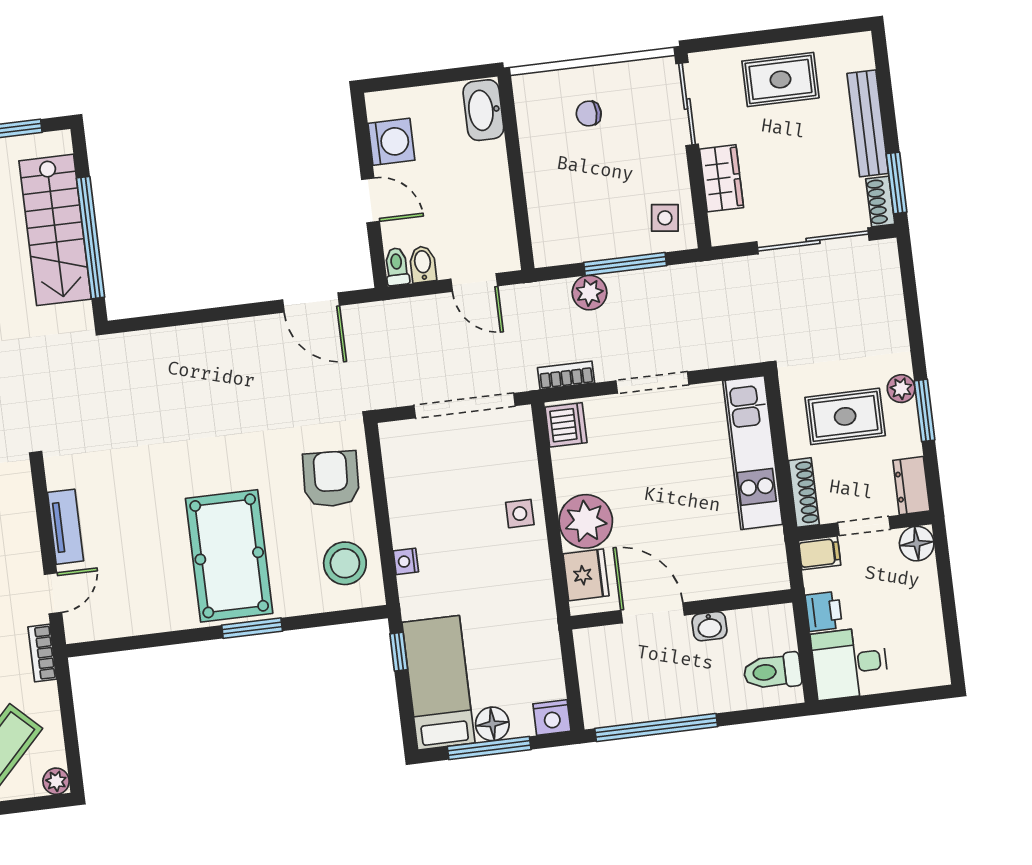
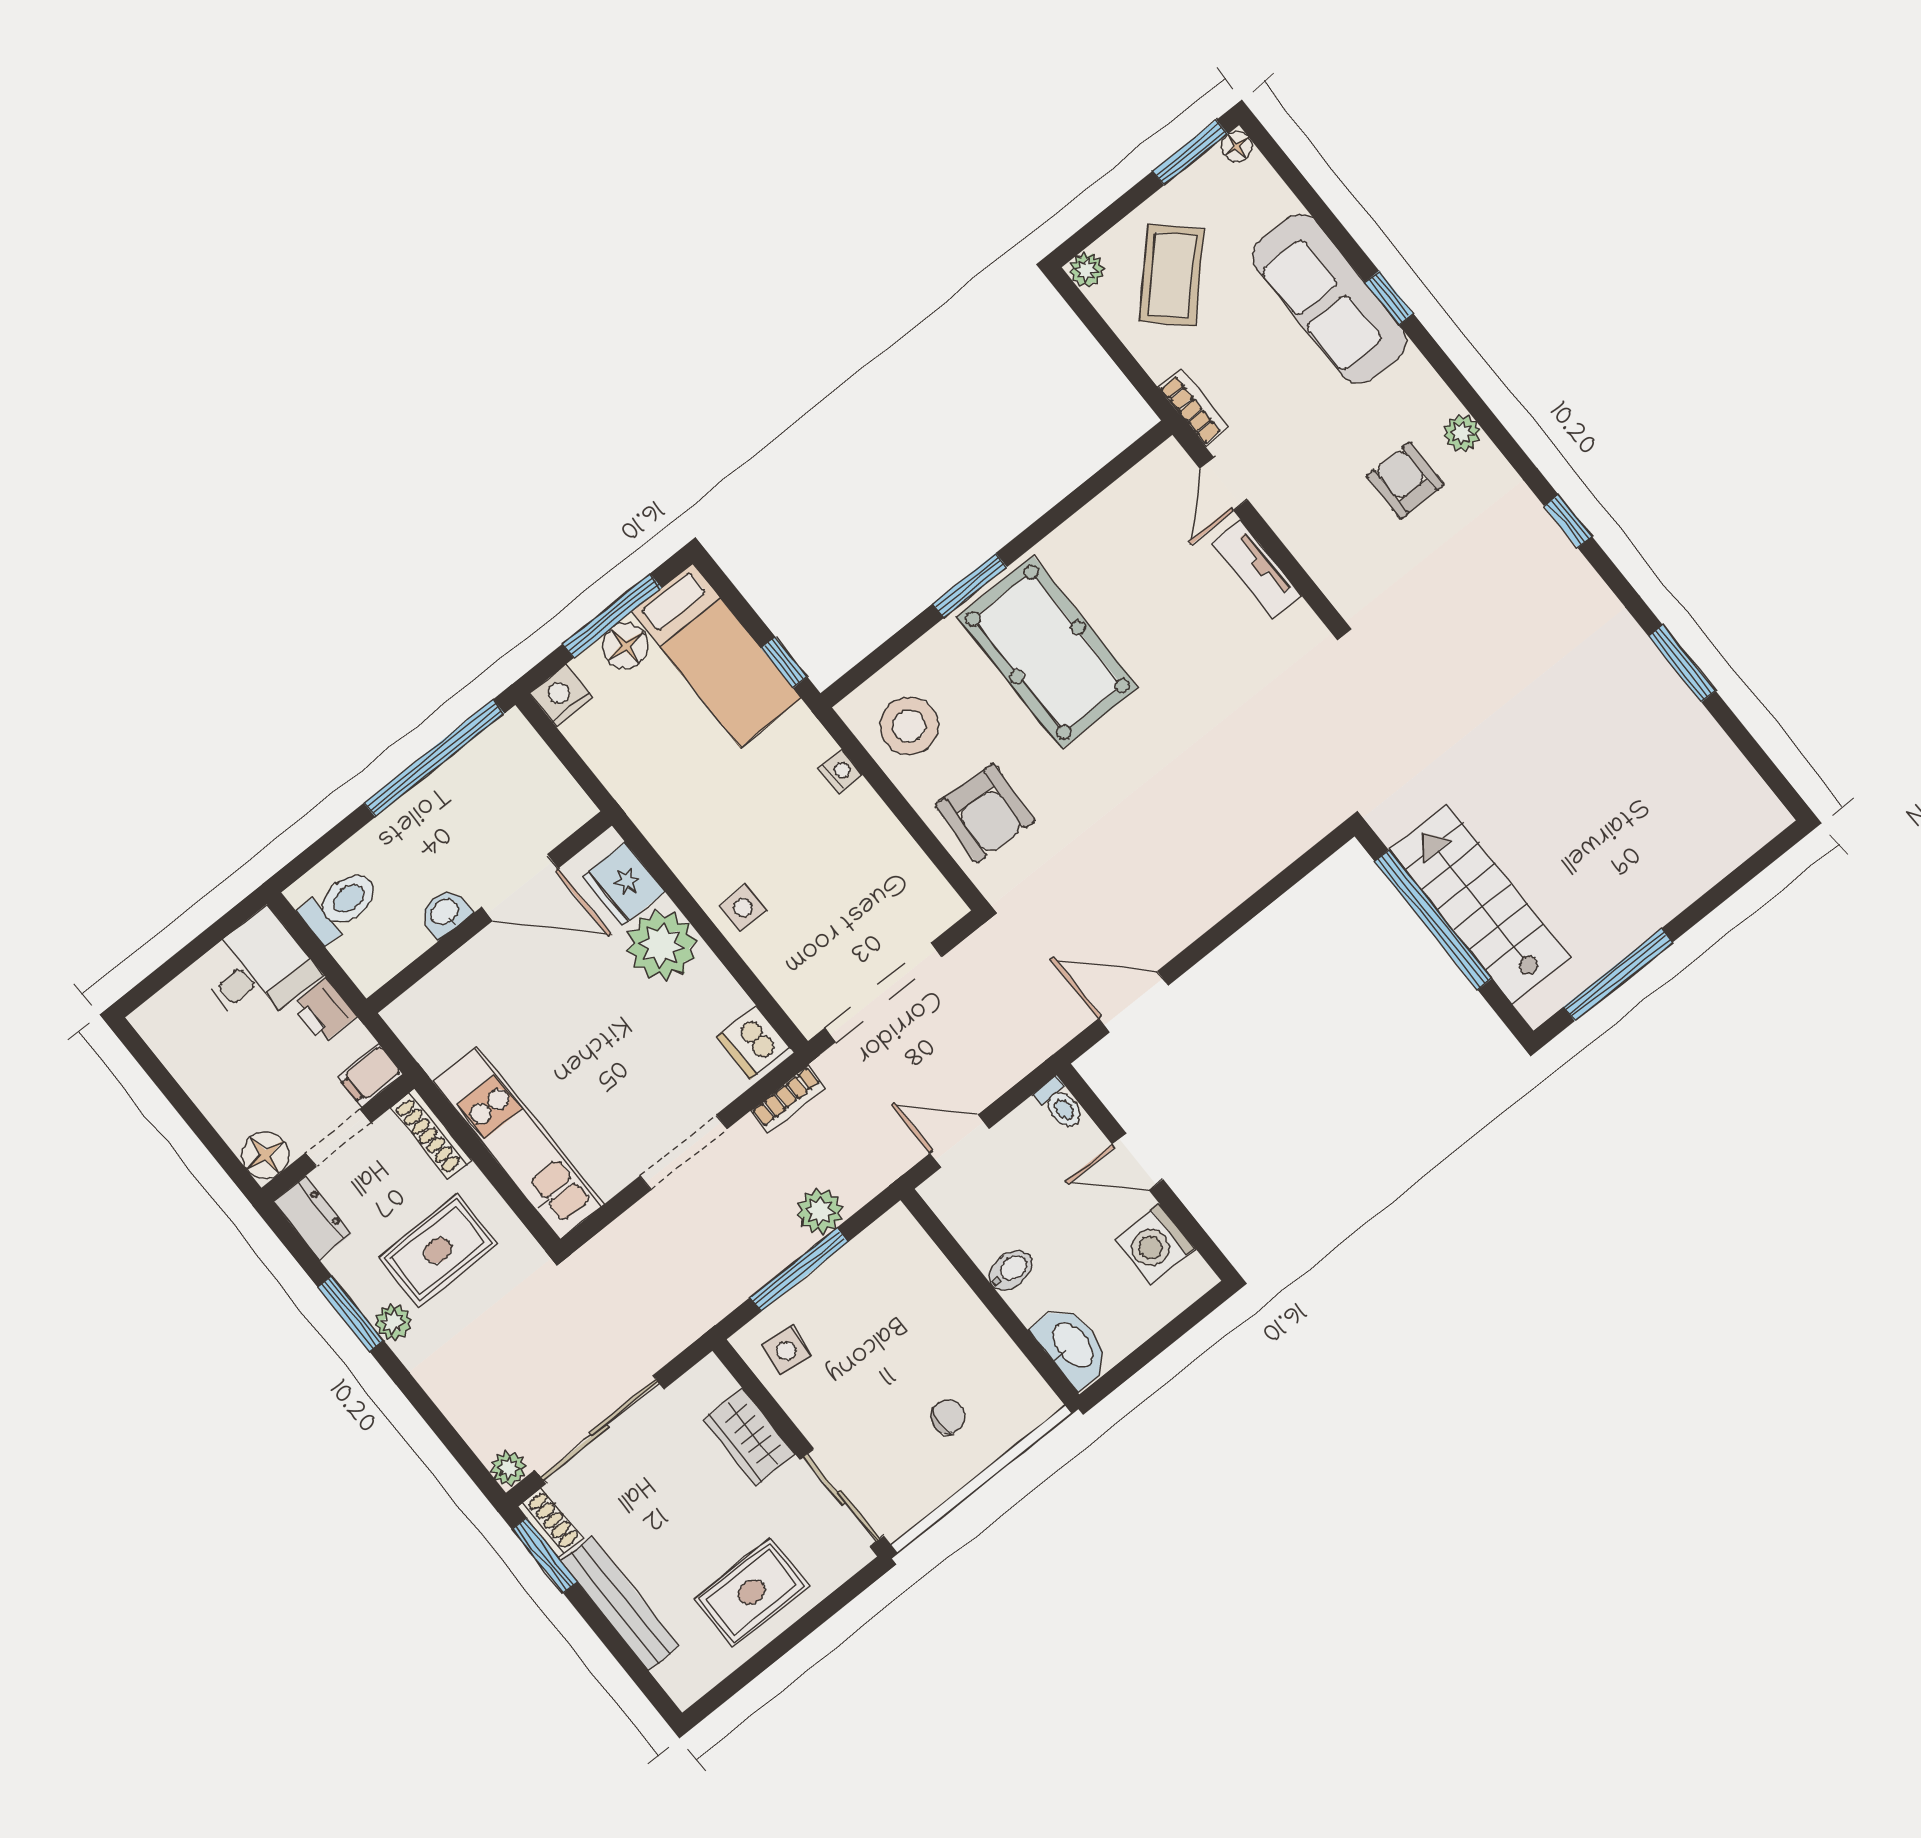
plant: (885, 252) -> (509, 1468), added
bidet: (423, 264) -> (1011, 1270), moved, turned -90

